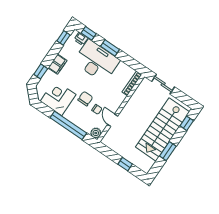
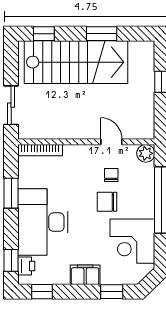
window: (110, 48) -> (11, 193), moved
door: (113, 120) -> (111, 142), swing flipped

